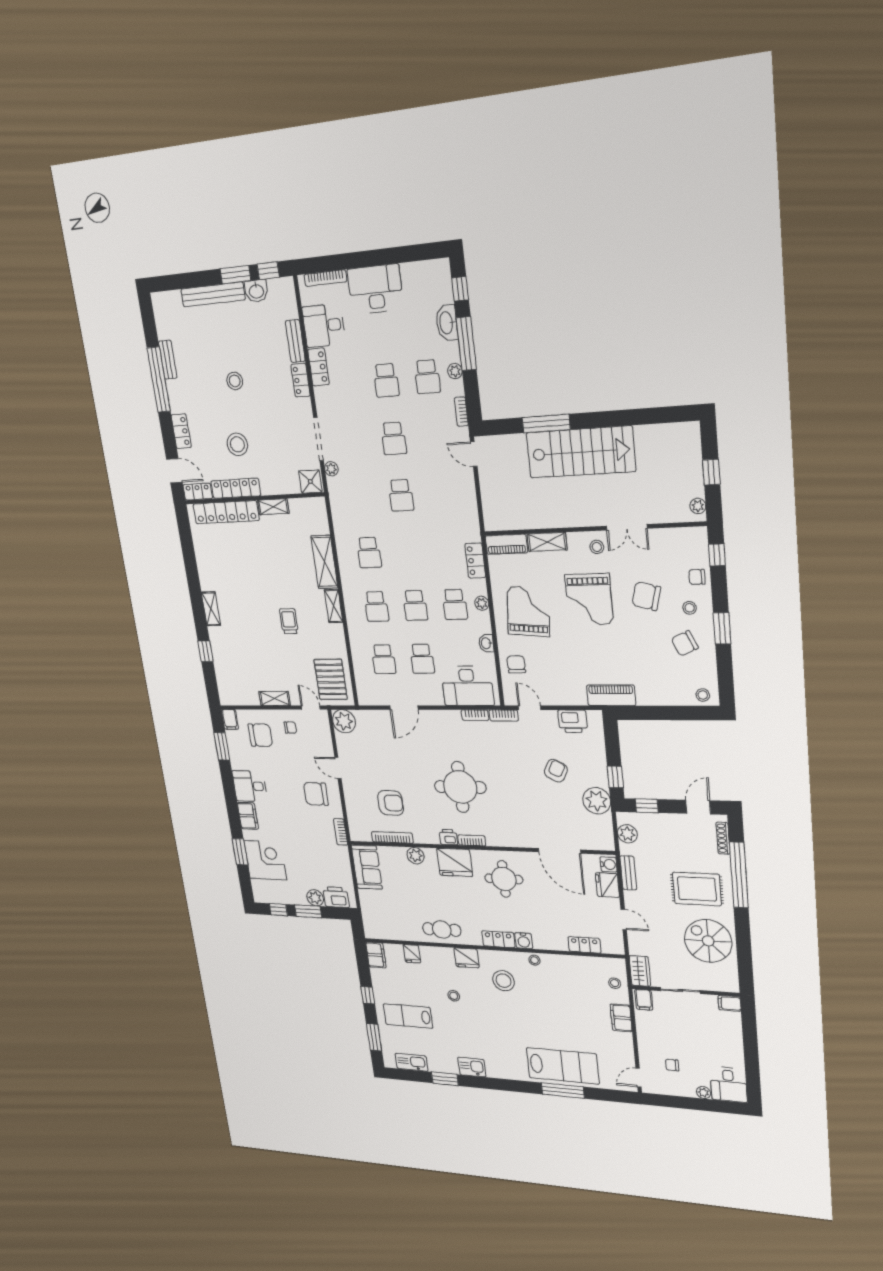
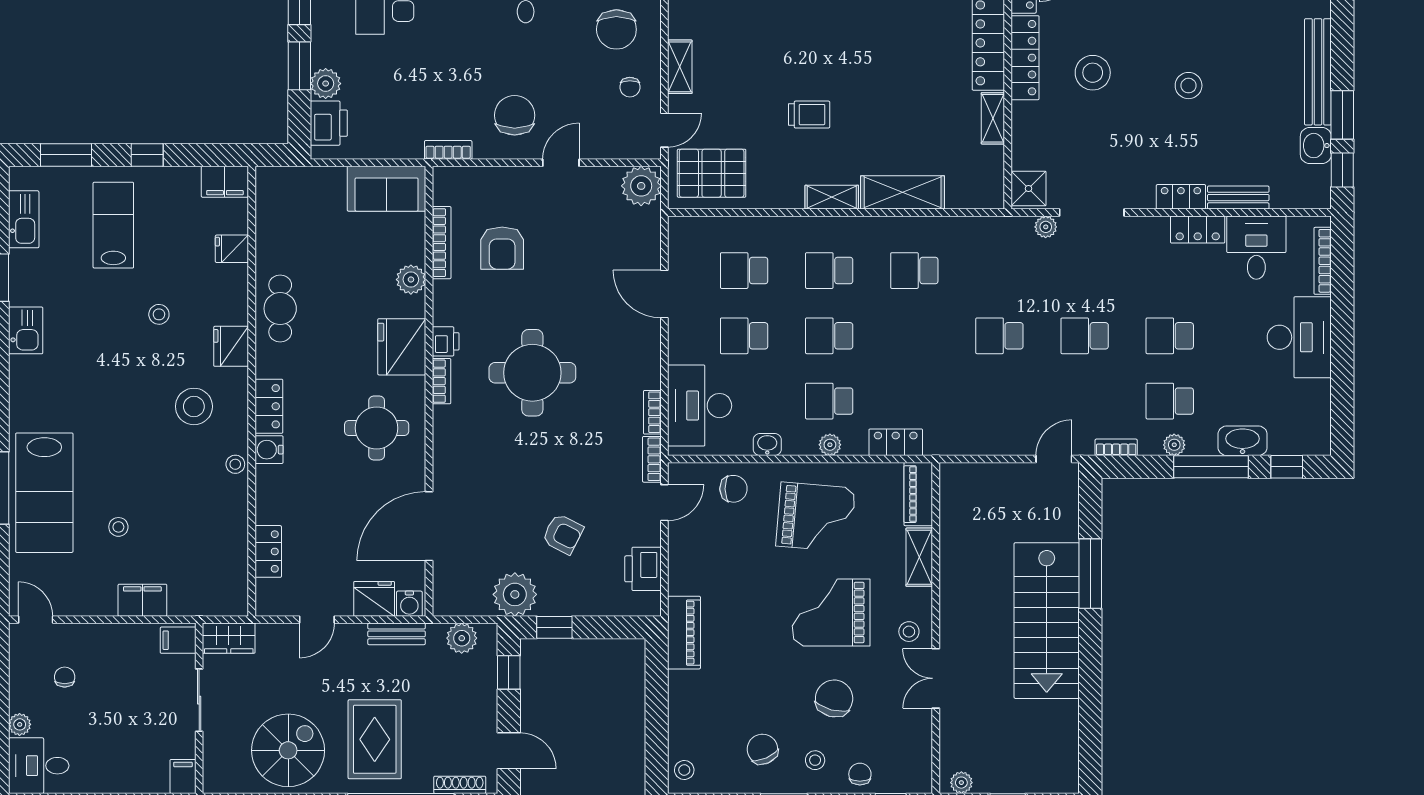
stool: (615, 983) -> (118, 527), moved

